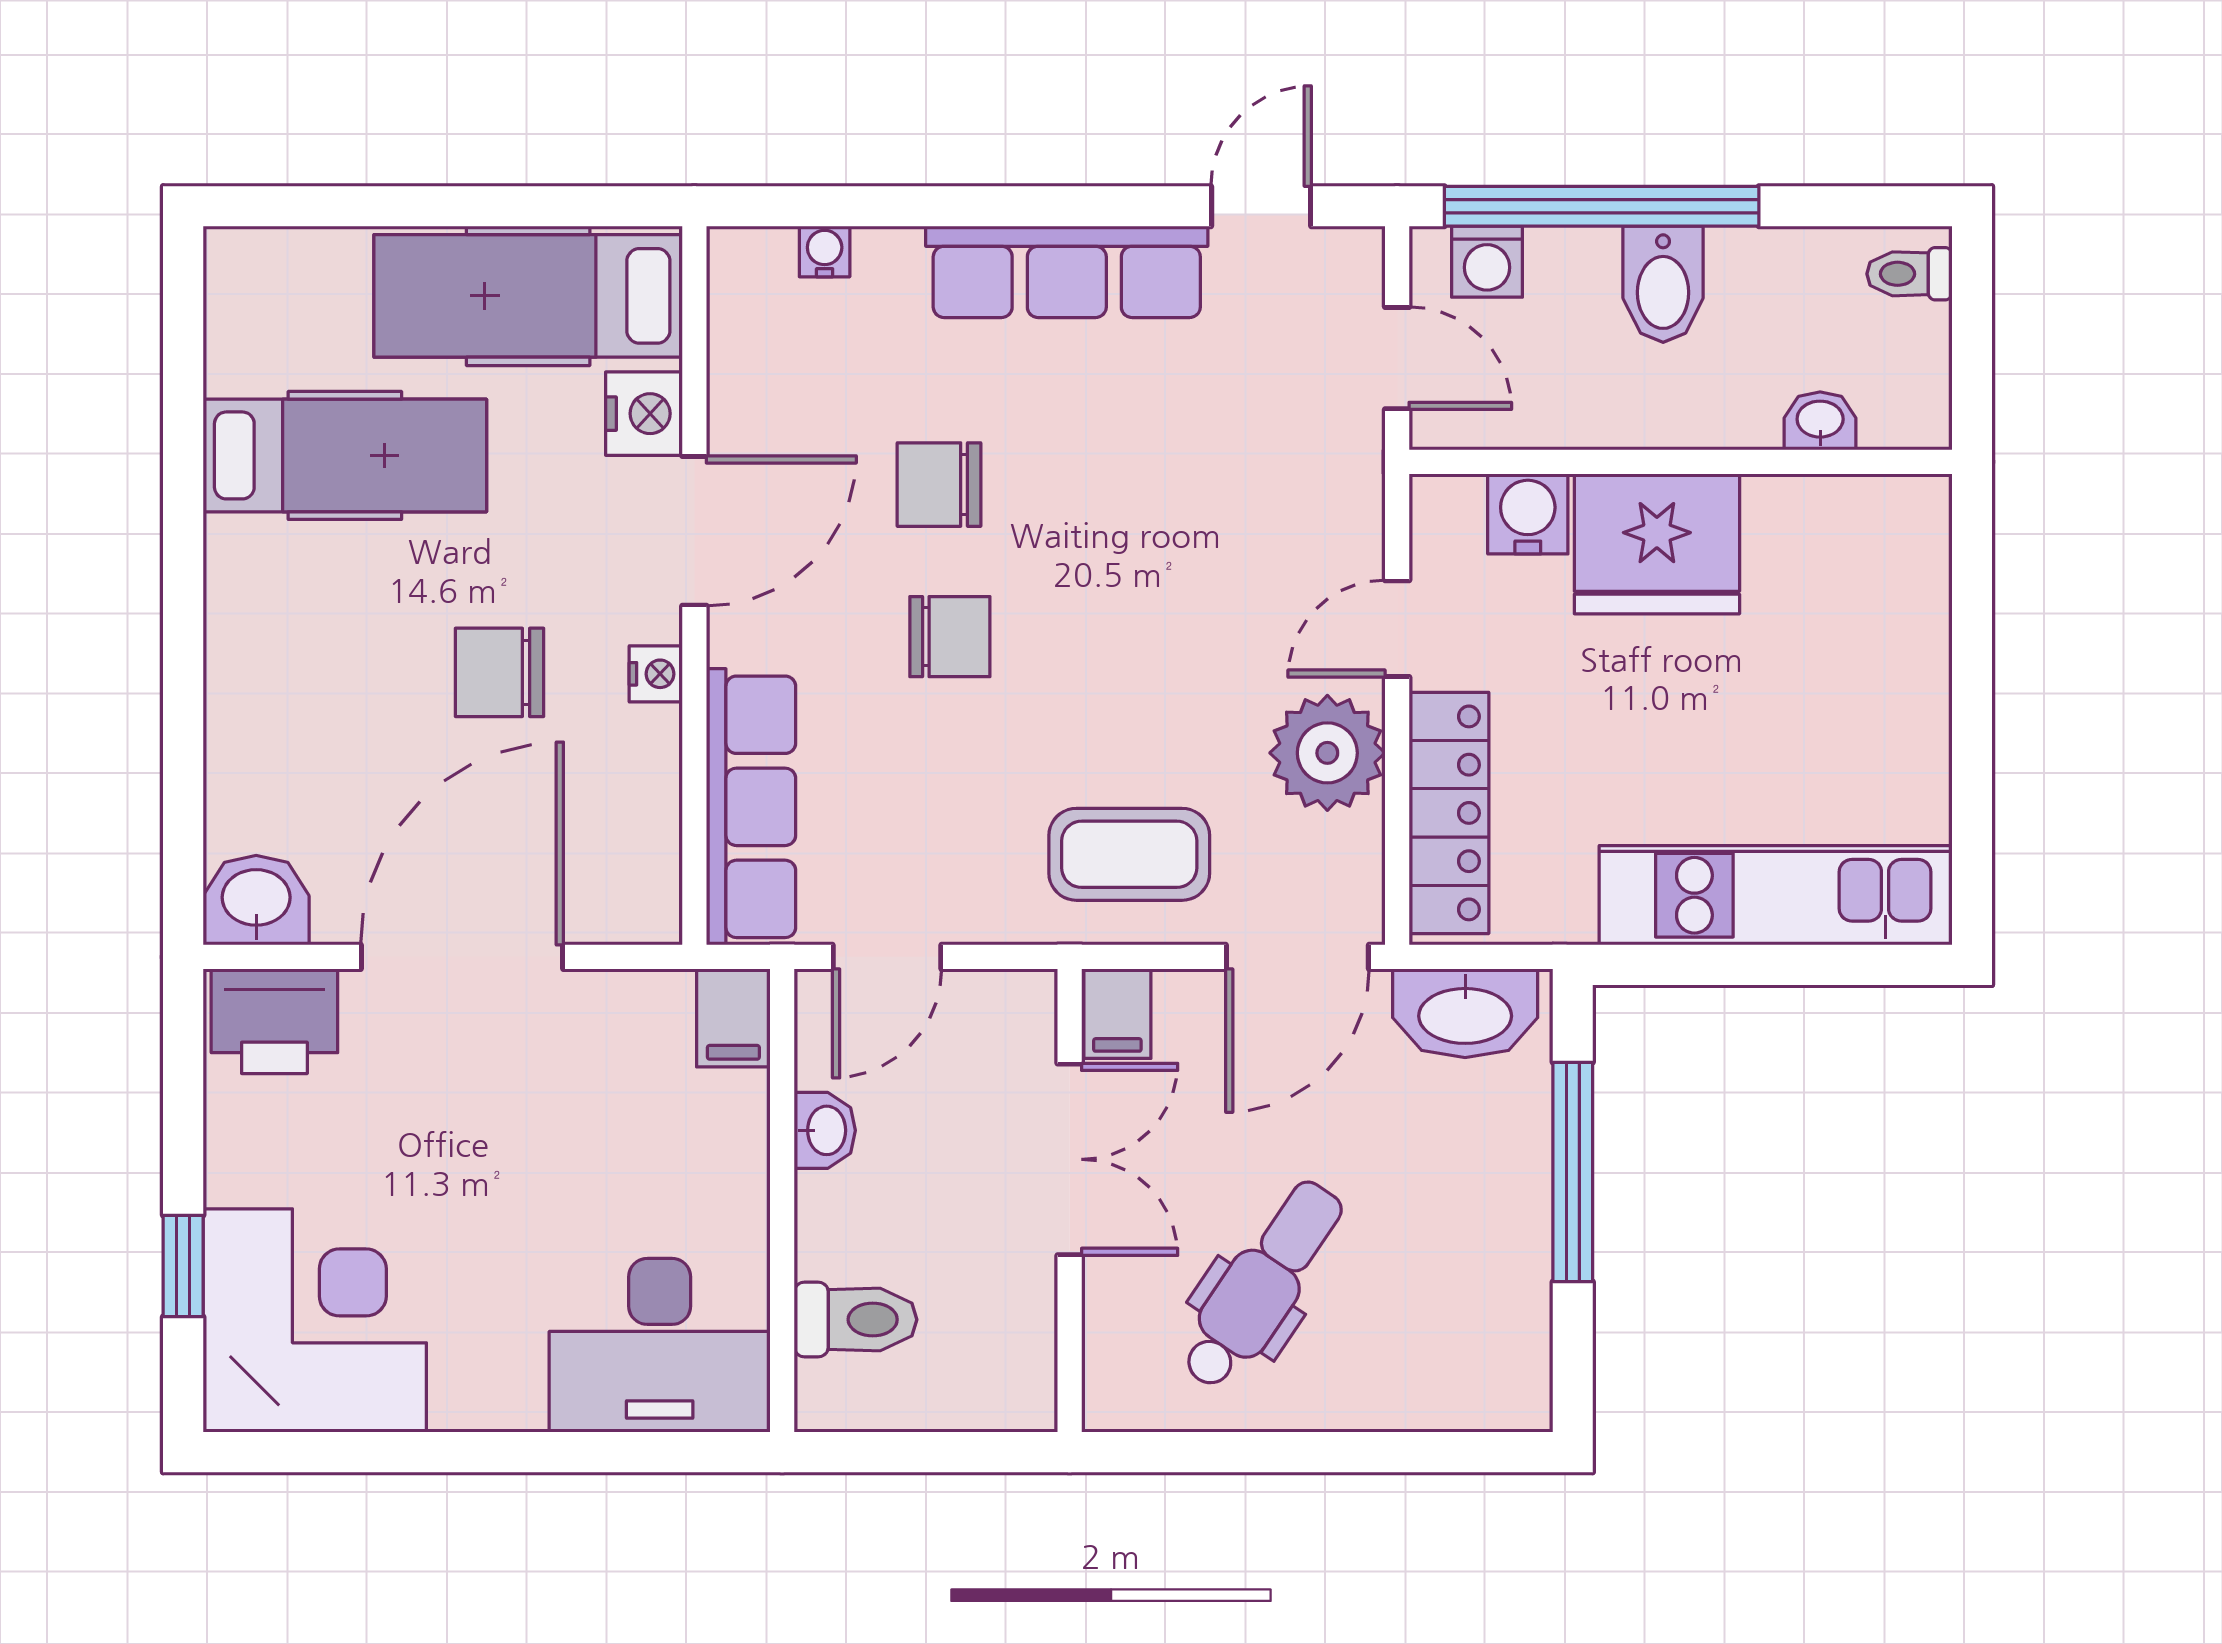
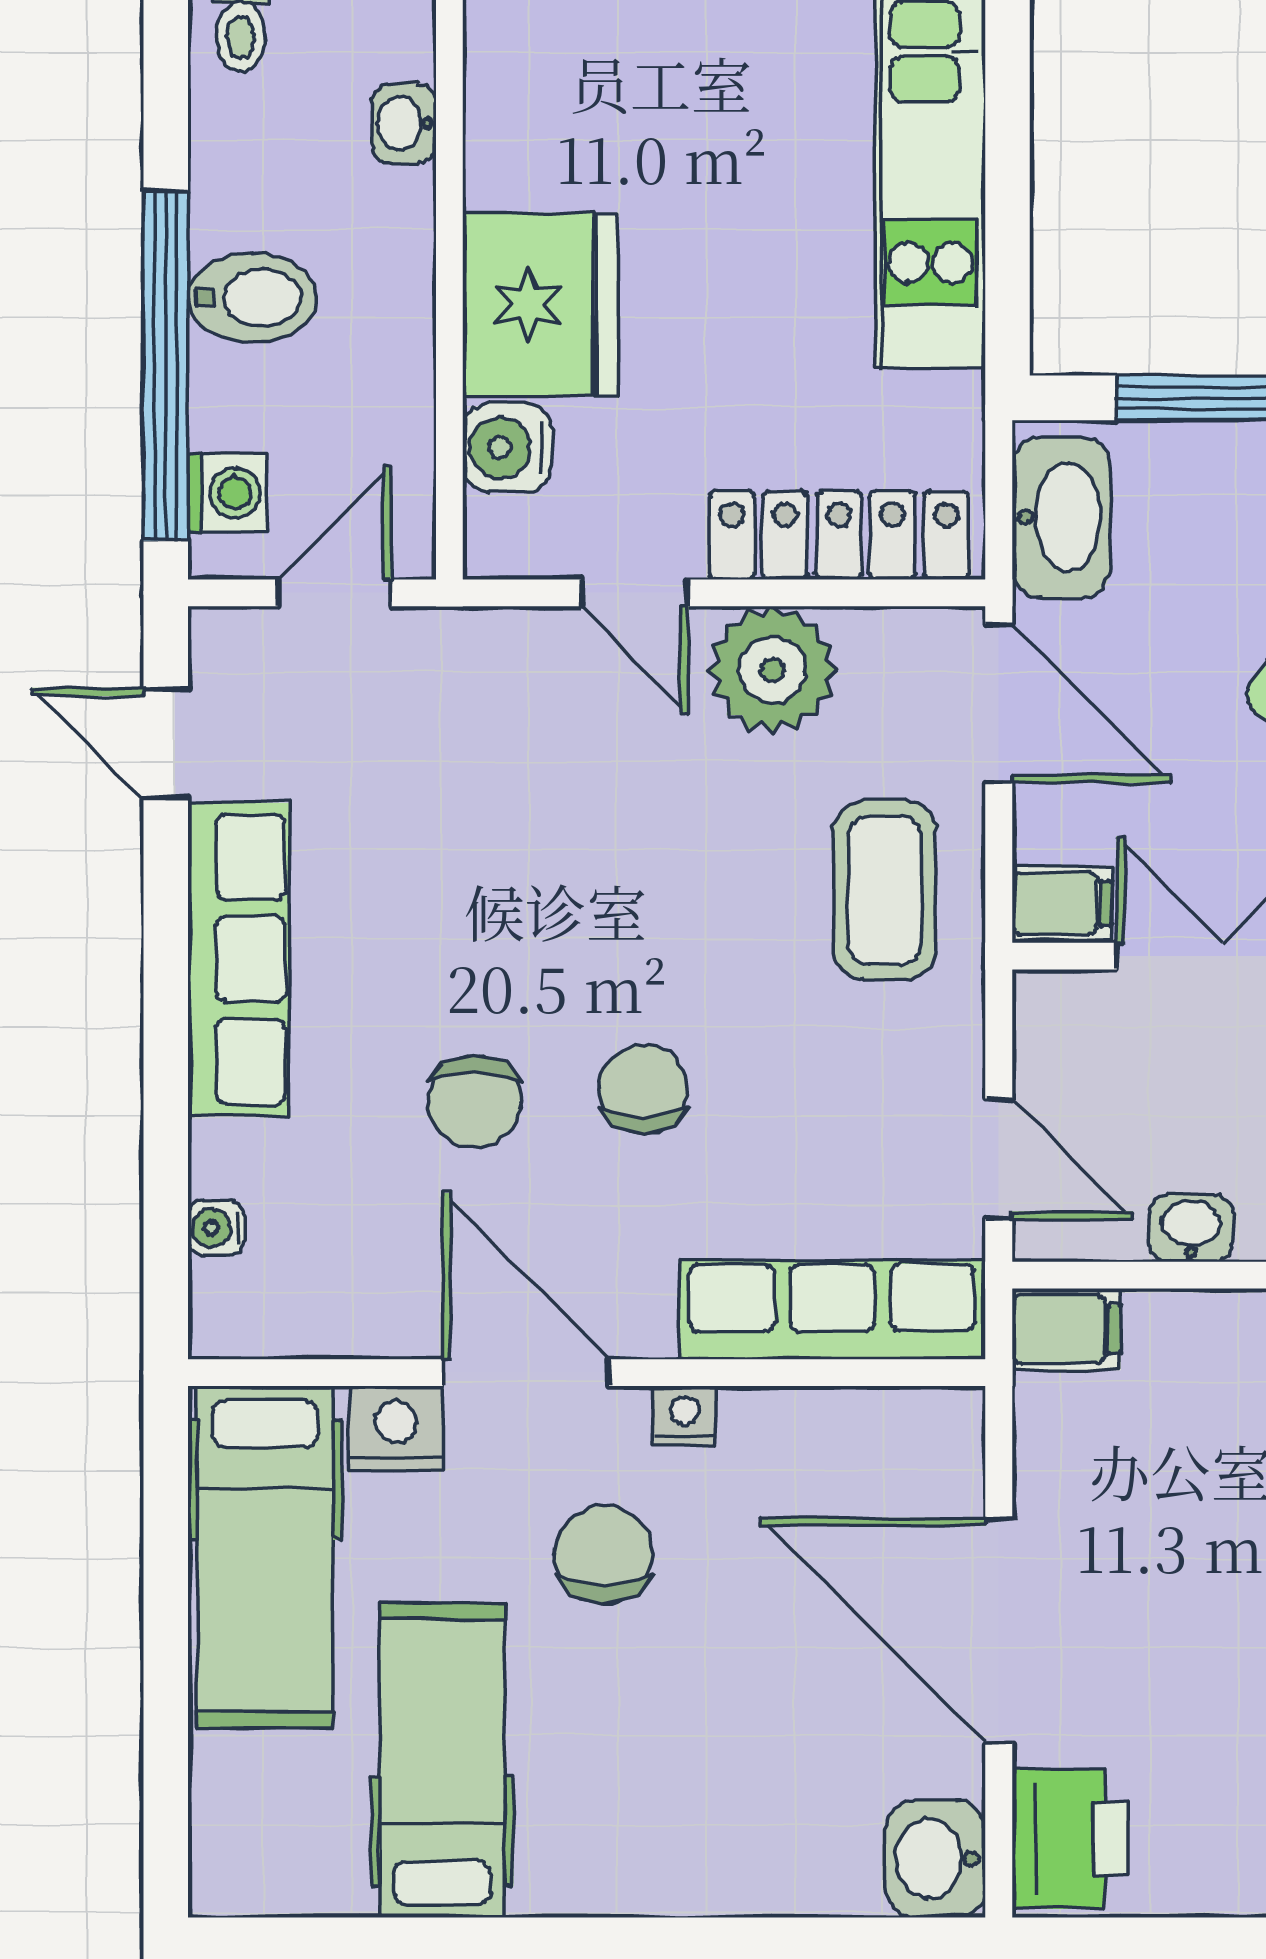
chair: (500, 672) -> (604, 1555), moved, turned 180

